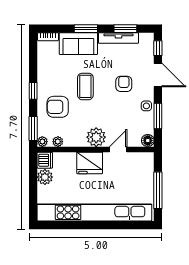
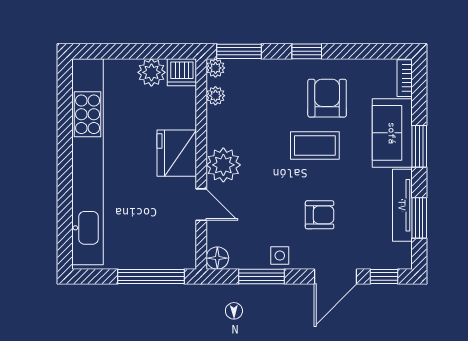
armchair: (58, 107) -> (327, 98), moved
window: (158, 190) -> (151, 276), moved

